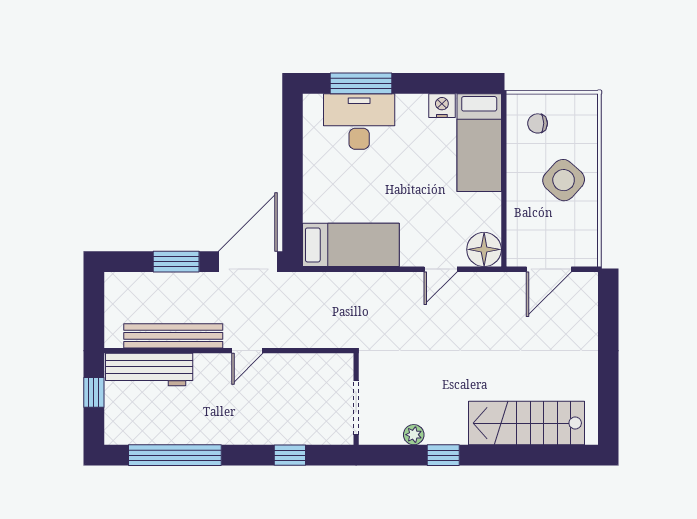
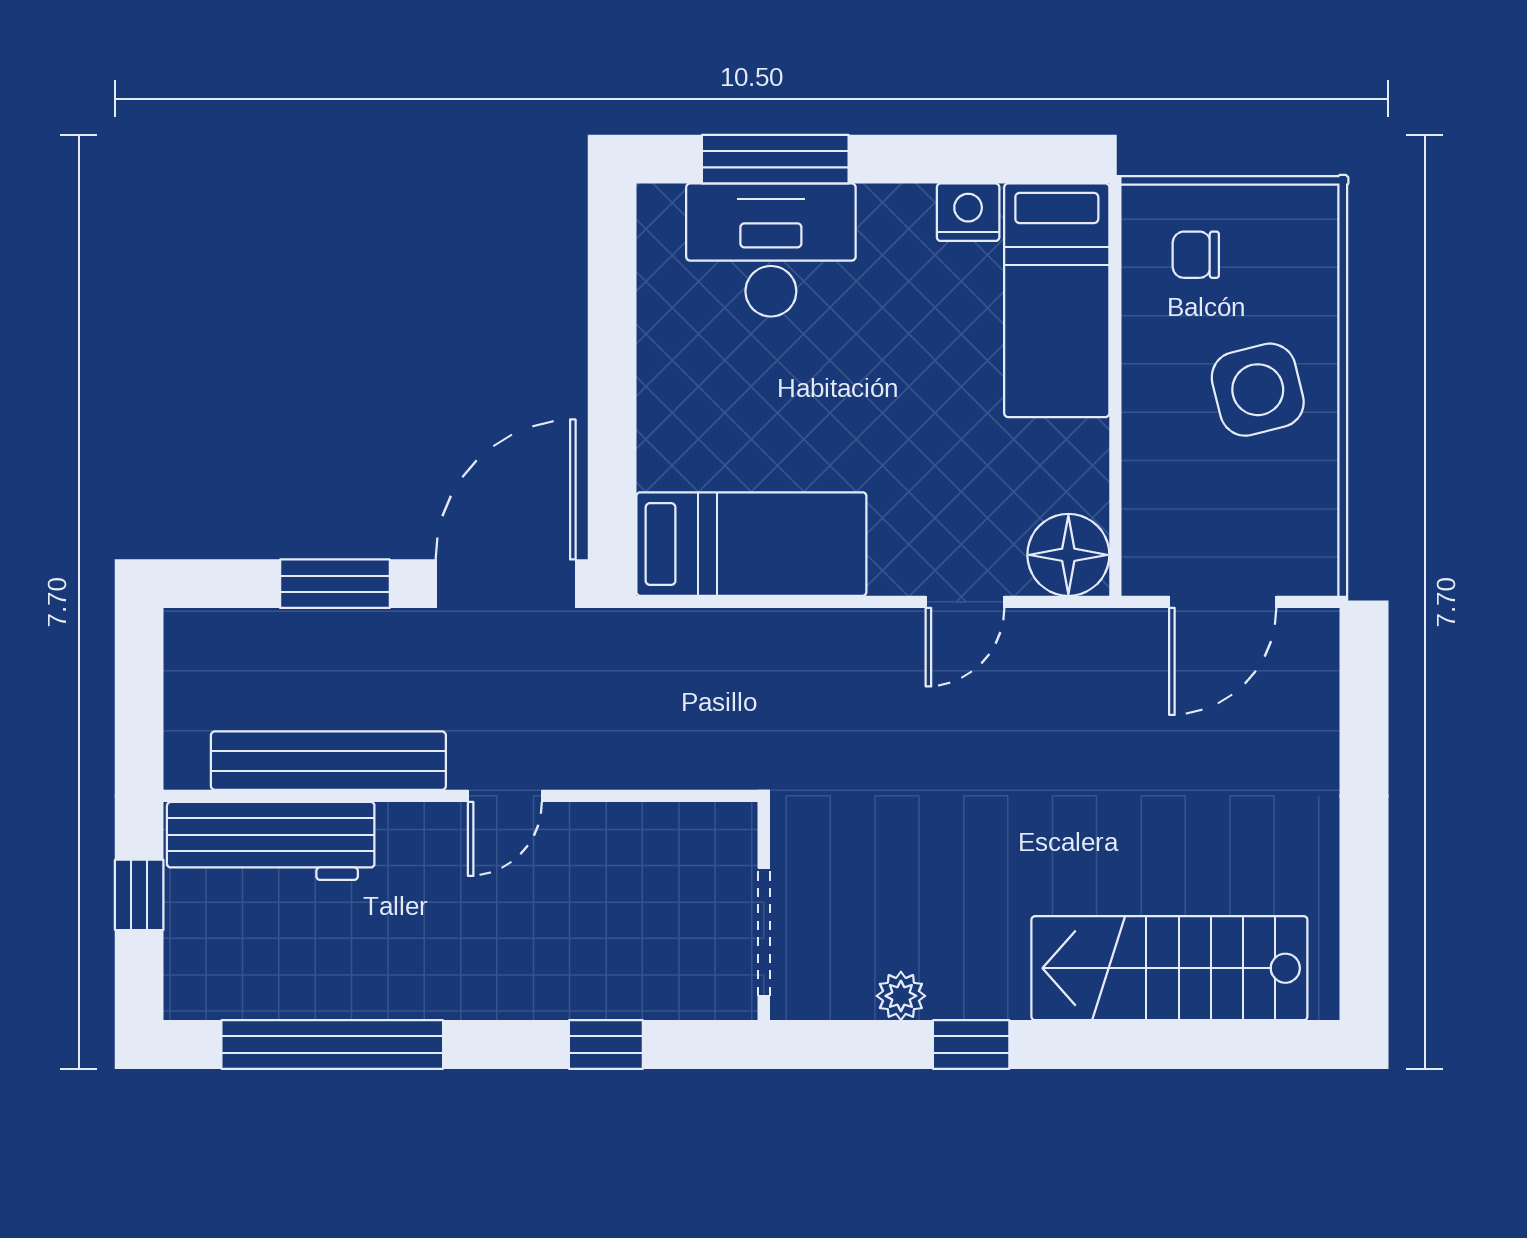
side table: (564, 180) -> (1258, 390), turned 34

